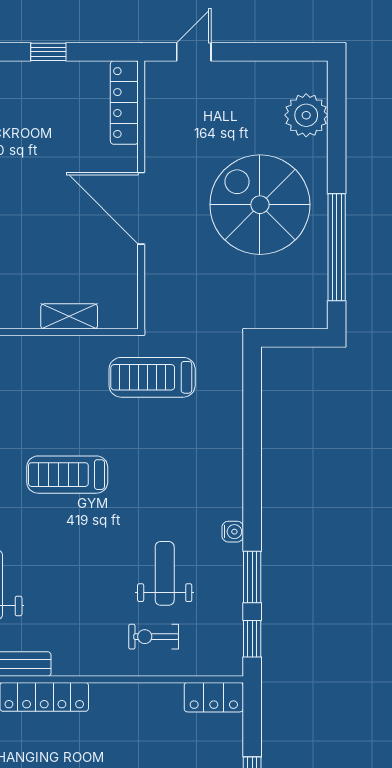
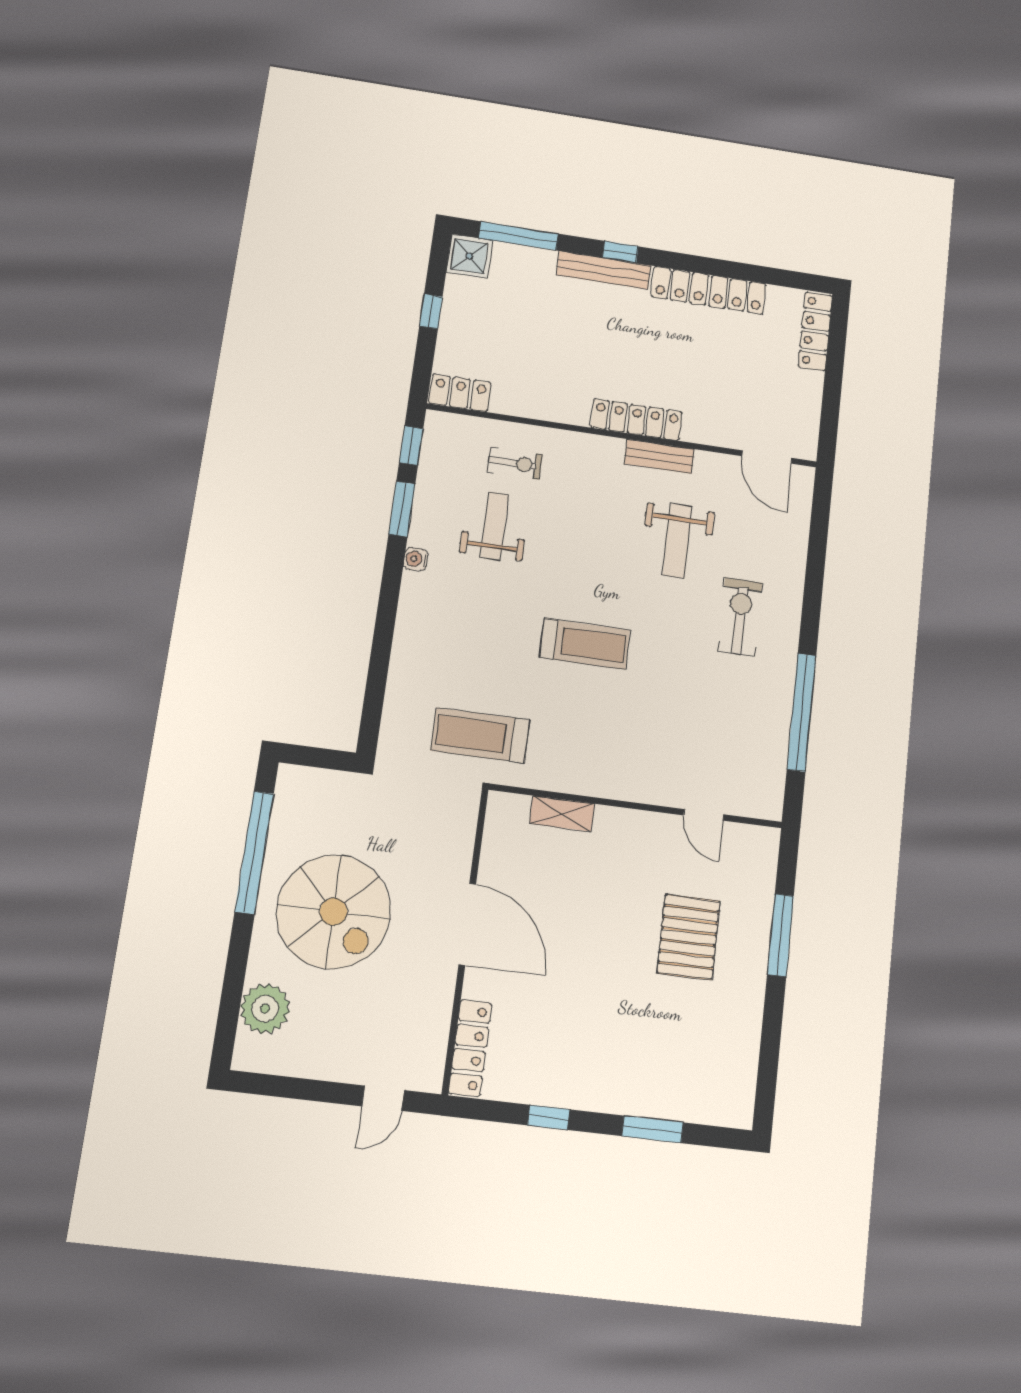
treadmill: (152, 377) -> (480, 735), turned 180
weight bench: (165, 573) -> (495, 526), turned 180

